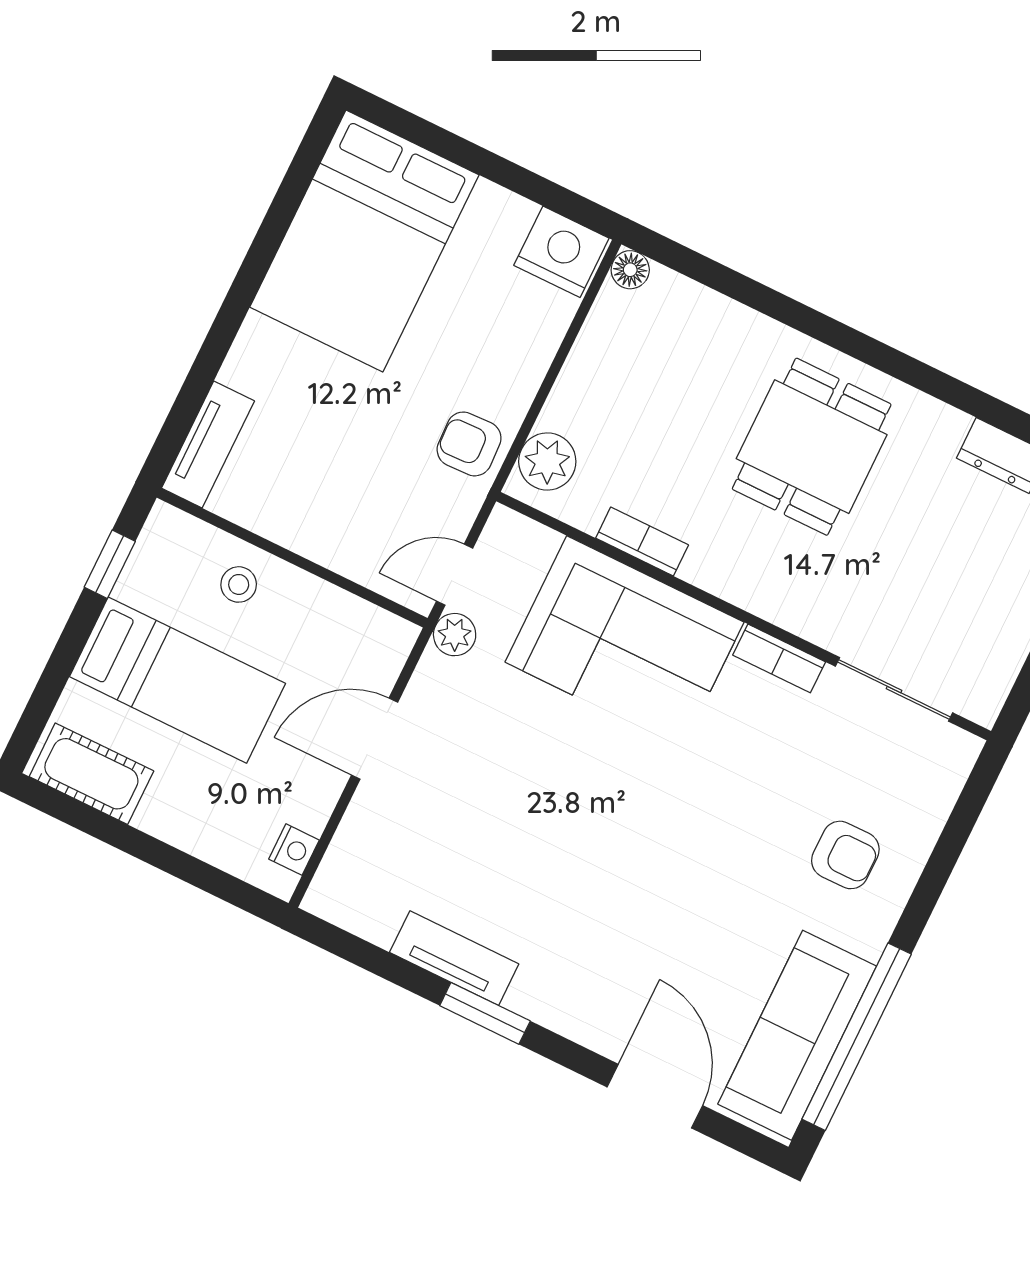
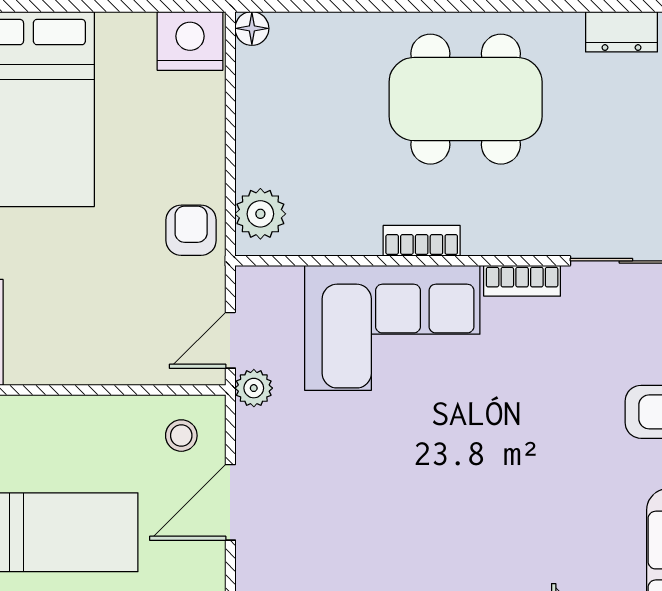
armchair: (469, 444) -> (191, 230), turned 92
dining table: (812, 447) -> (466, 99), width x1.38
bookcase: (642, 542) -> (422, 241), moved
stool: (239, 584) -> (181, 436), moved

